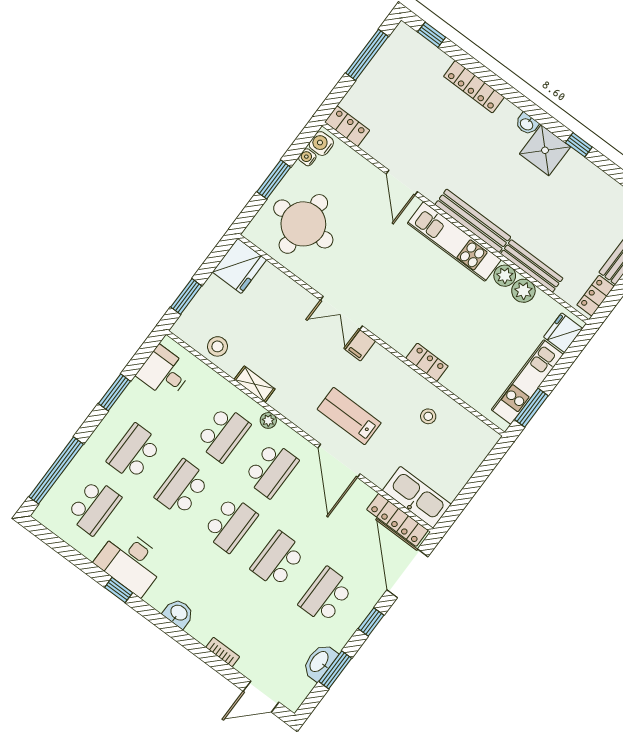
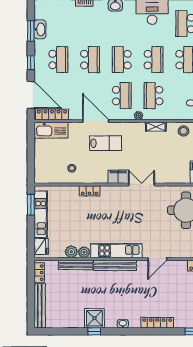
shower: (545, 150) -> (94, 318), moved
door: (402, 183) -> (157, 259), swing flipped
filing cabinet: (360, 345) -> (118, 177), width x2.00
school desk: (271, 470) -> (122, 96), turned 180

